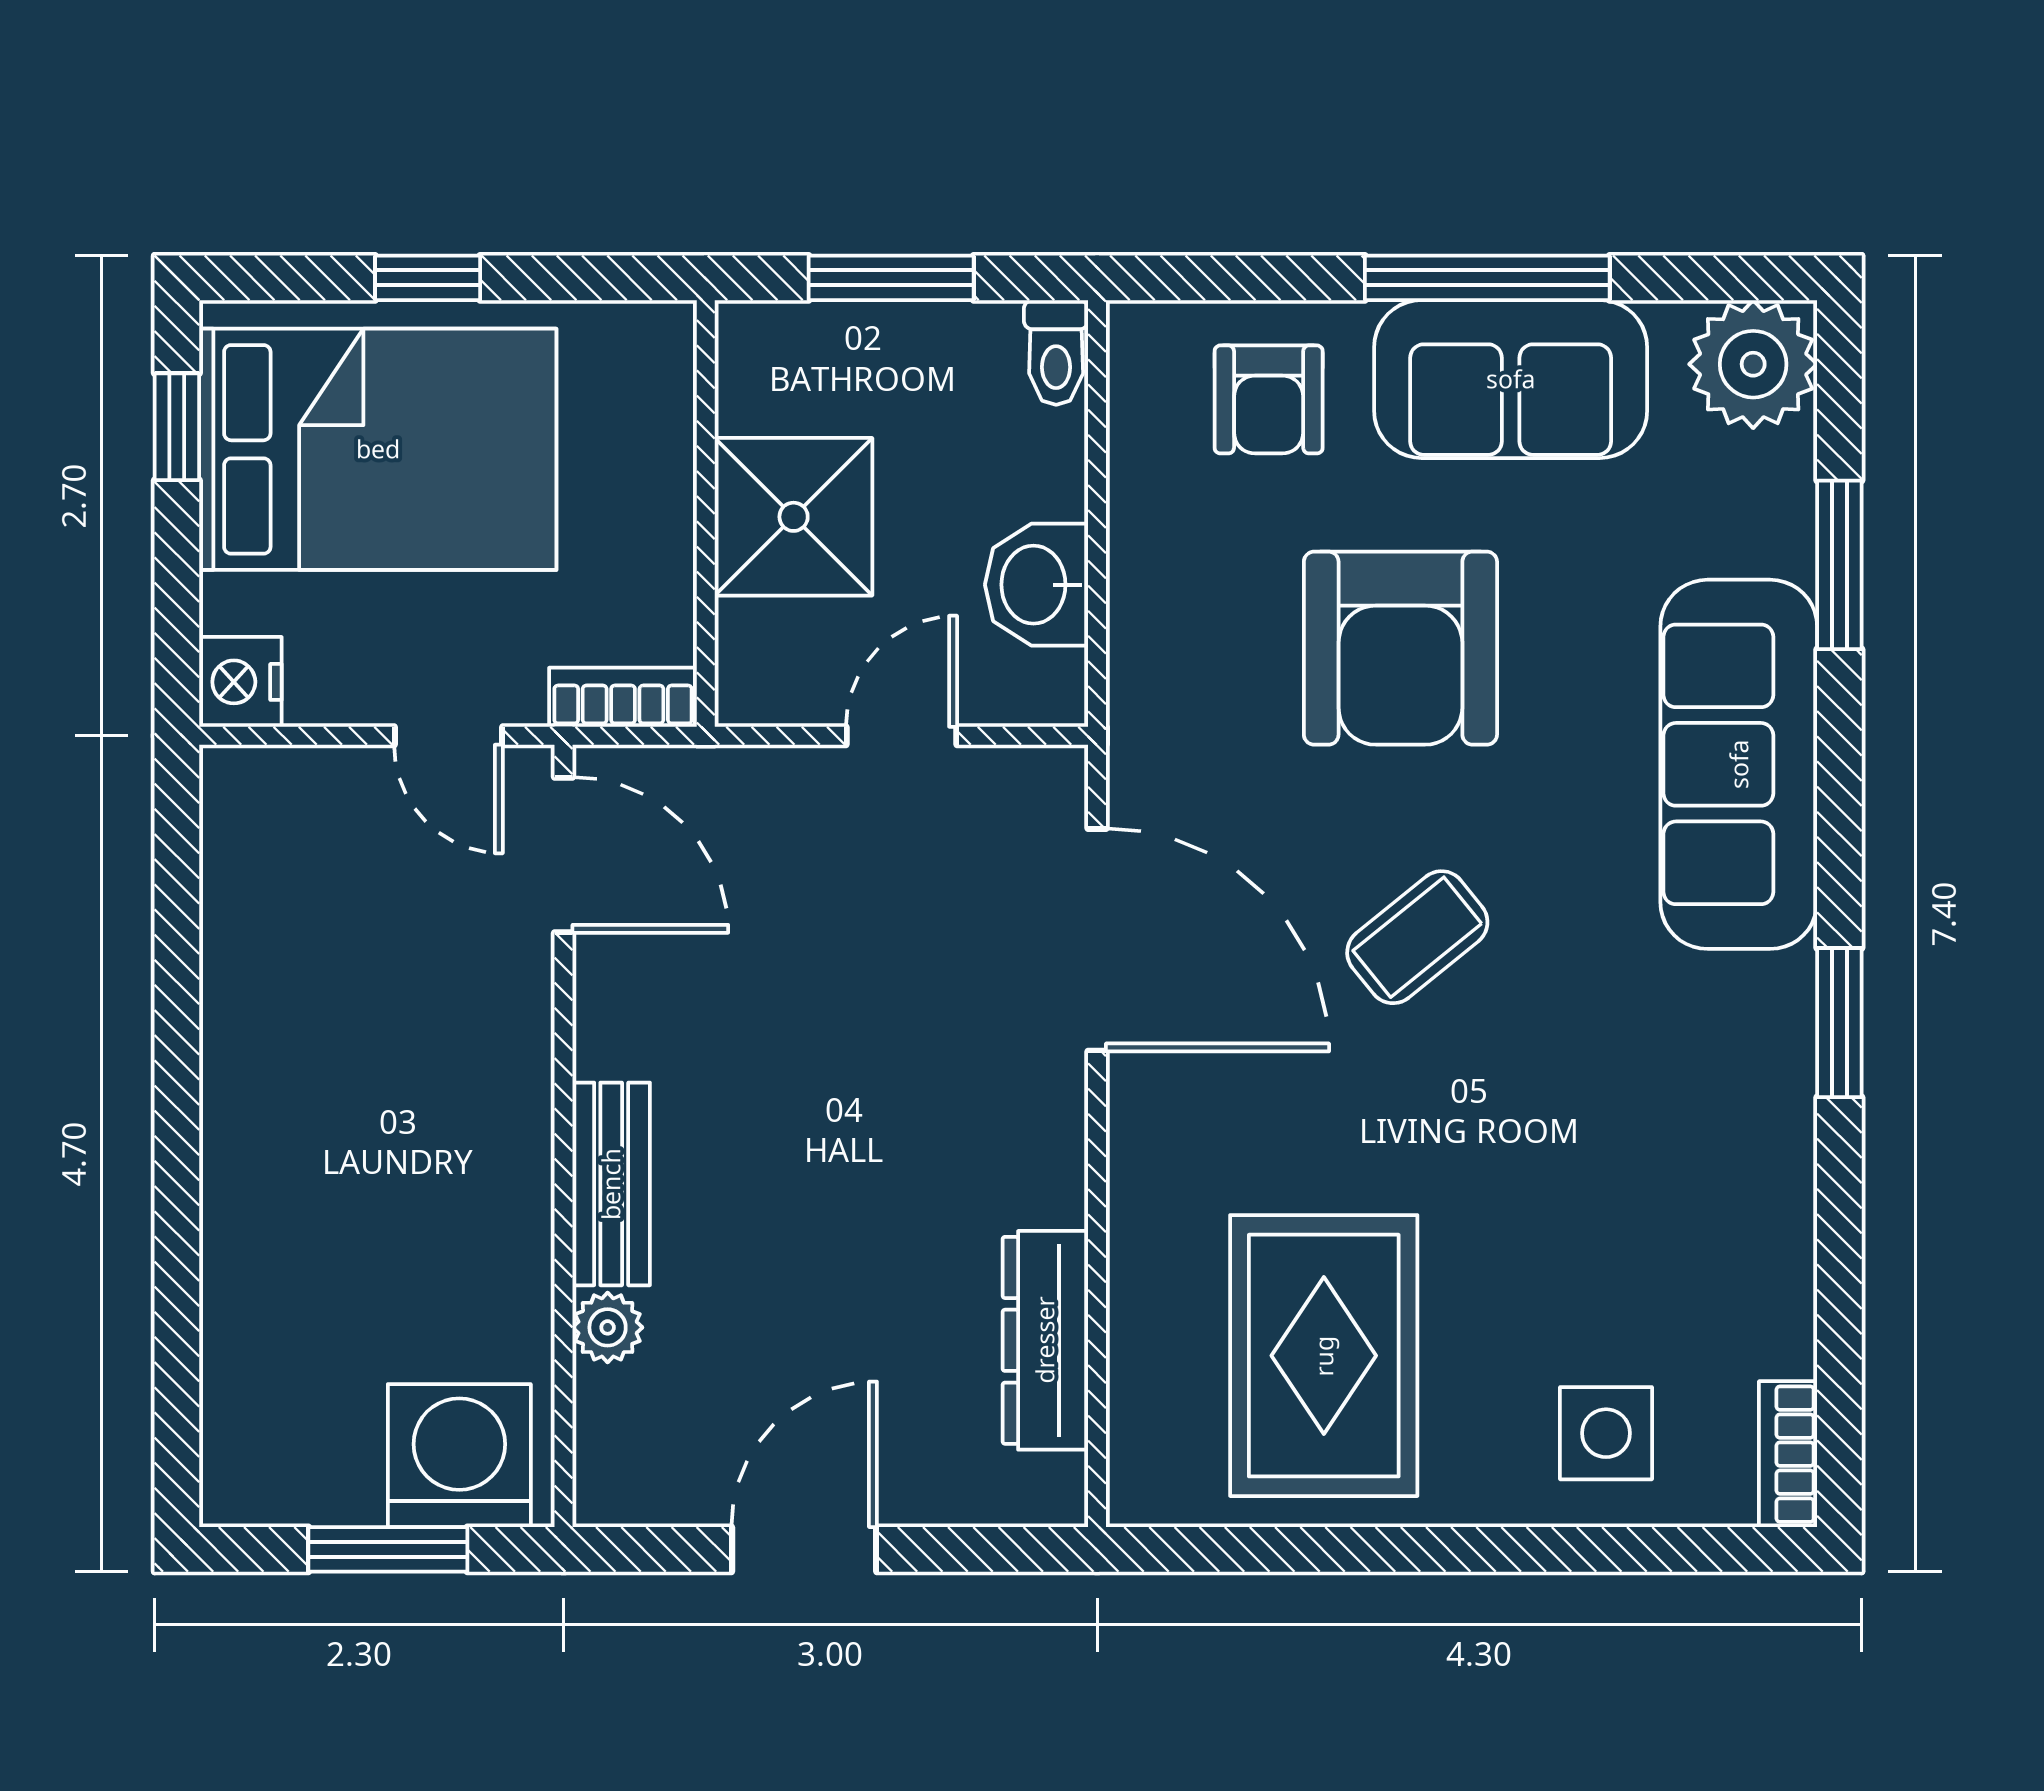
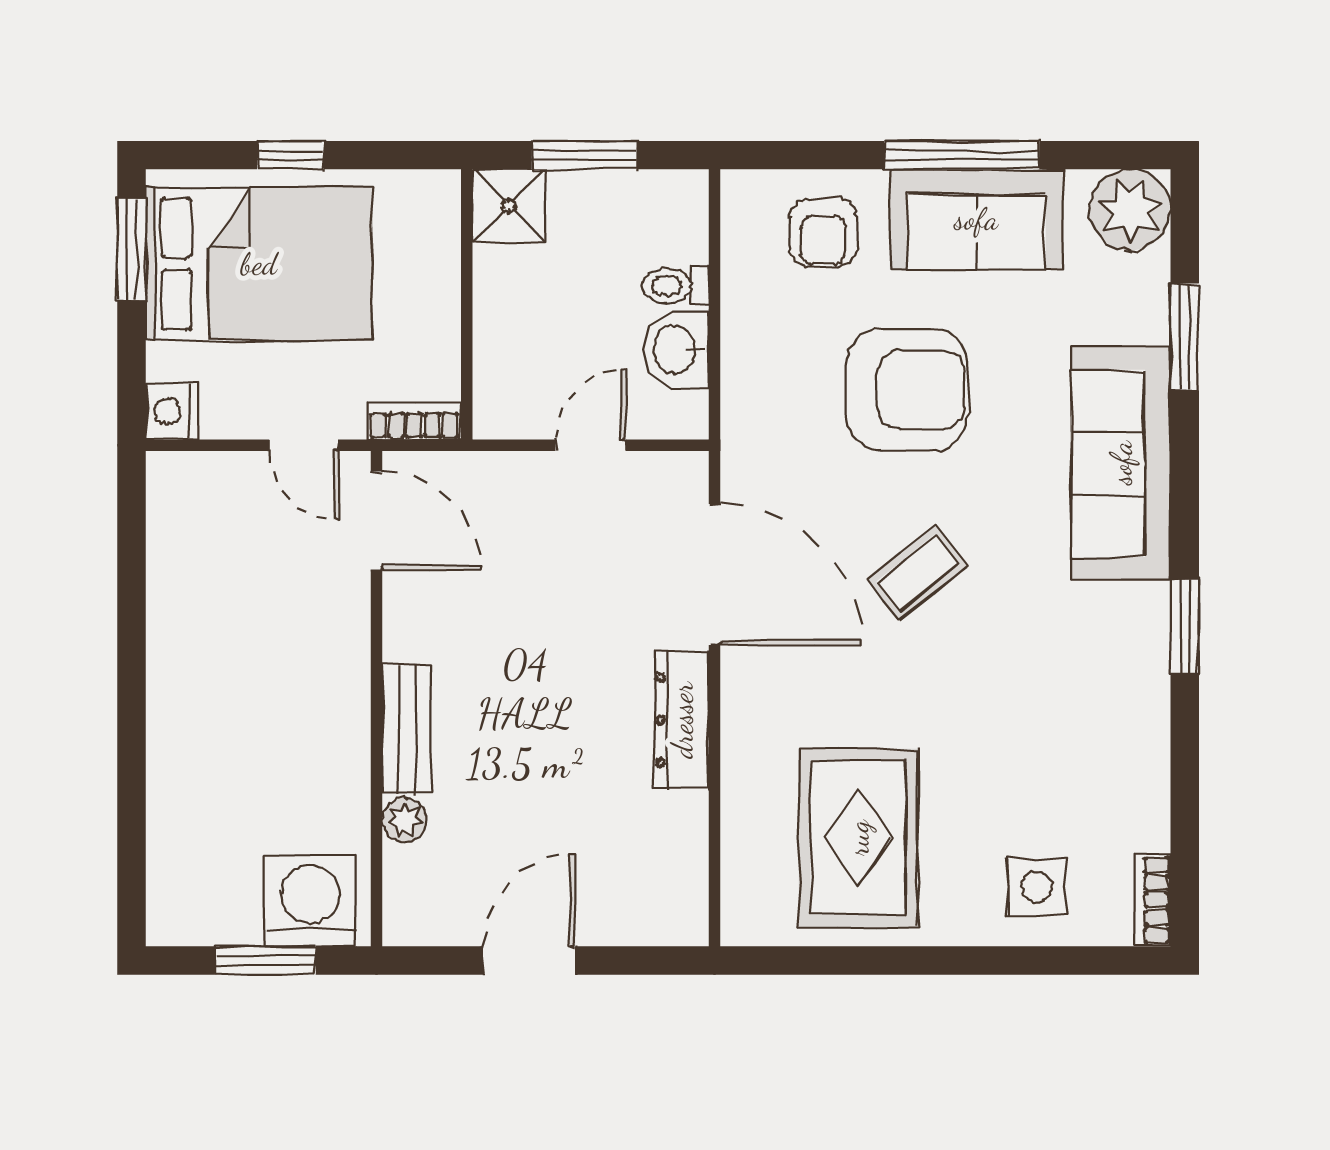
toilet: (1056, 352) -> (676, 286), moved, turned 90
window: (177, 427) -> (132, 249), width x1.50
shower: (794, 517) -> (509, 206), moved, width x0.73, depth x0.73
armchair: (1400, 648) -> (907, 390), turned -90
dresser: (1045, 1340) -> (682, 720), moved

